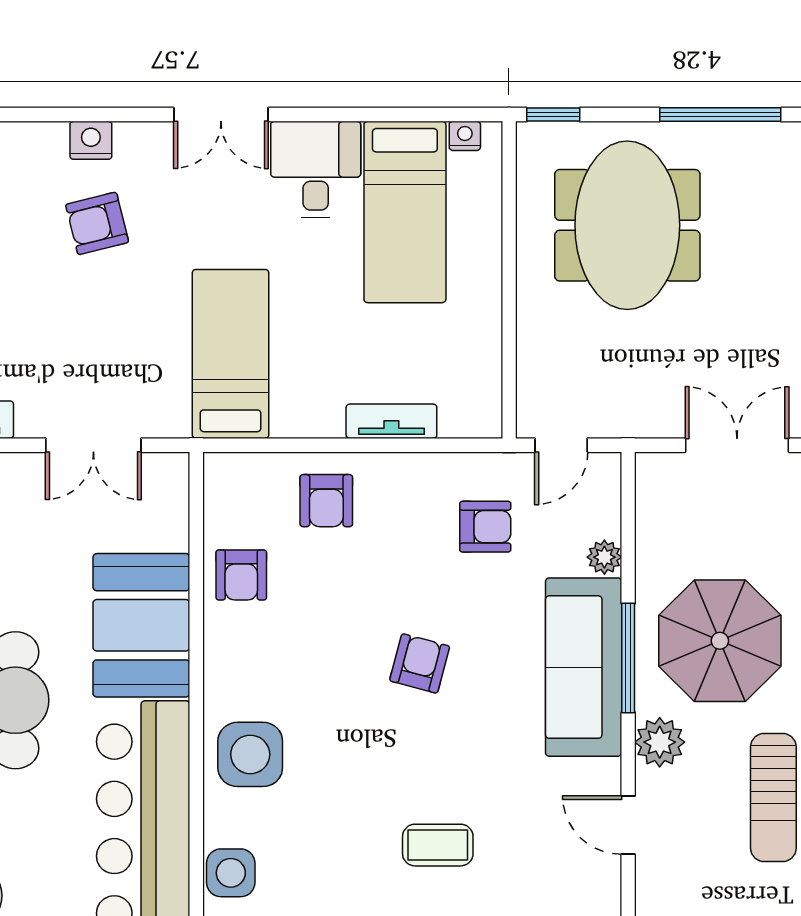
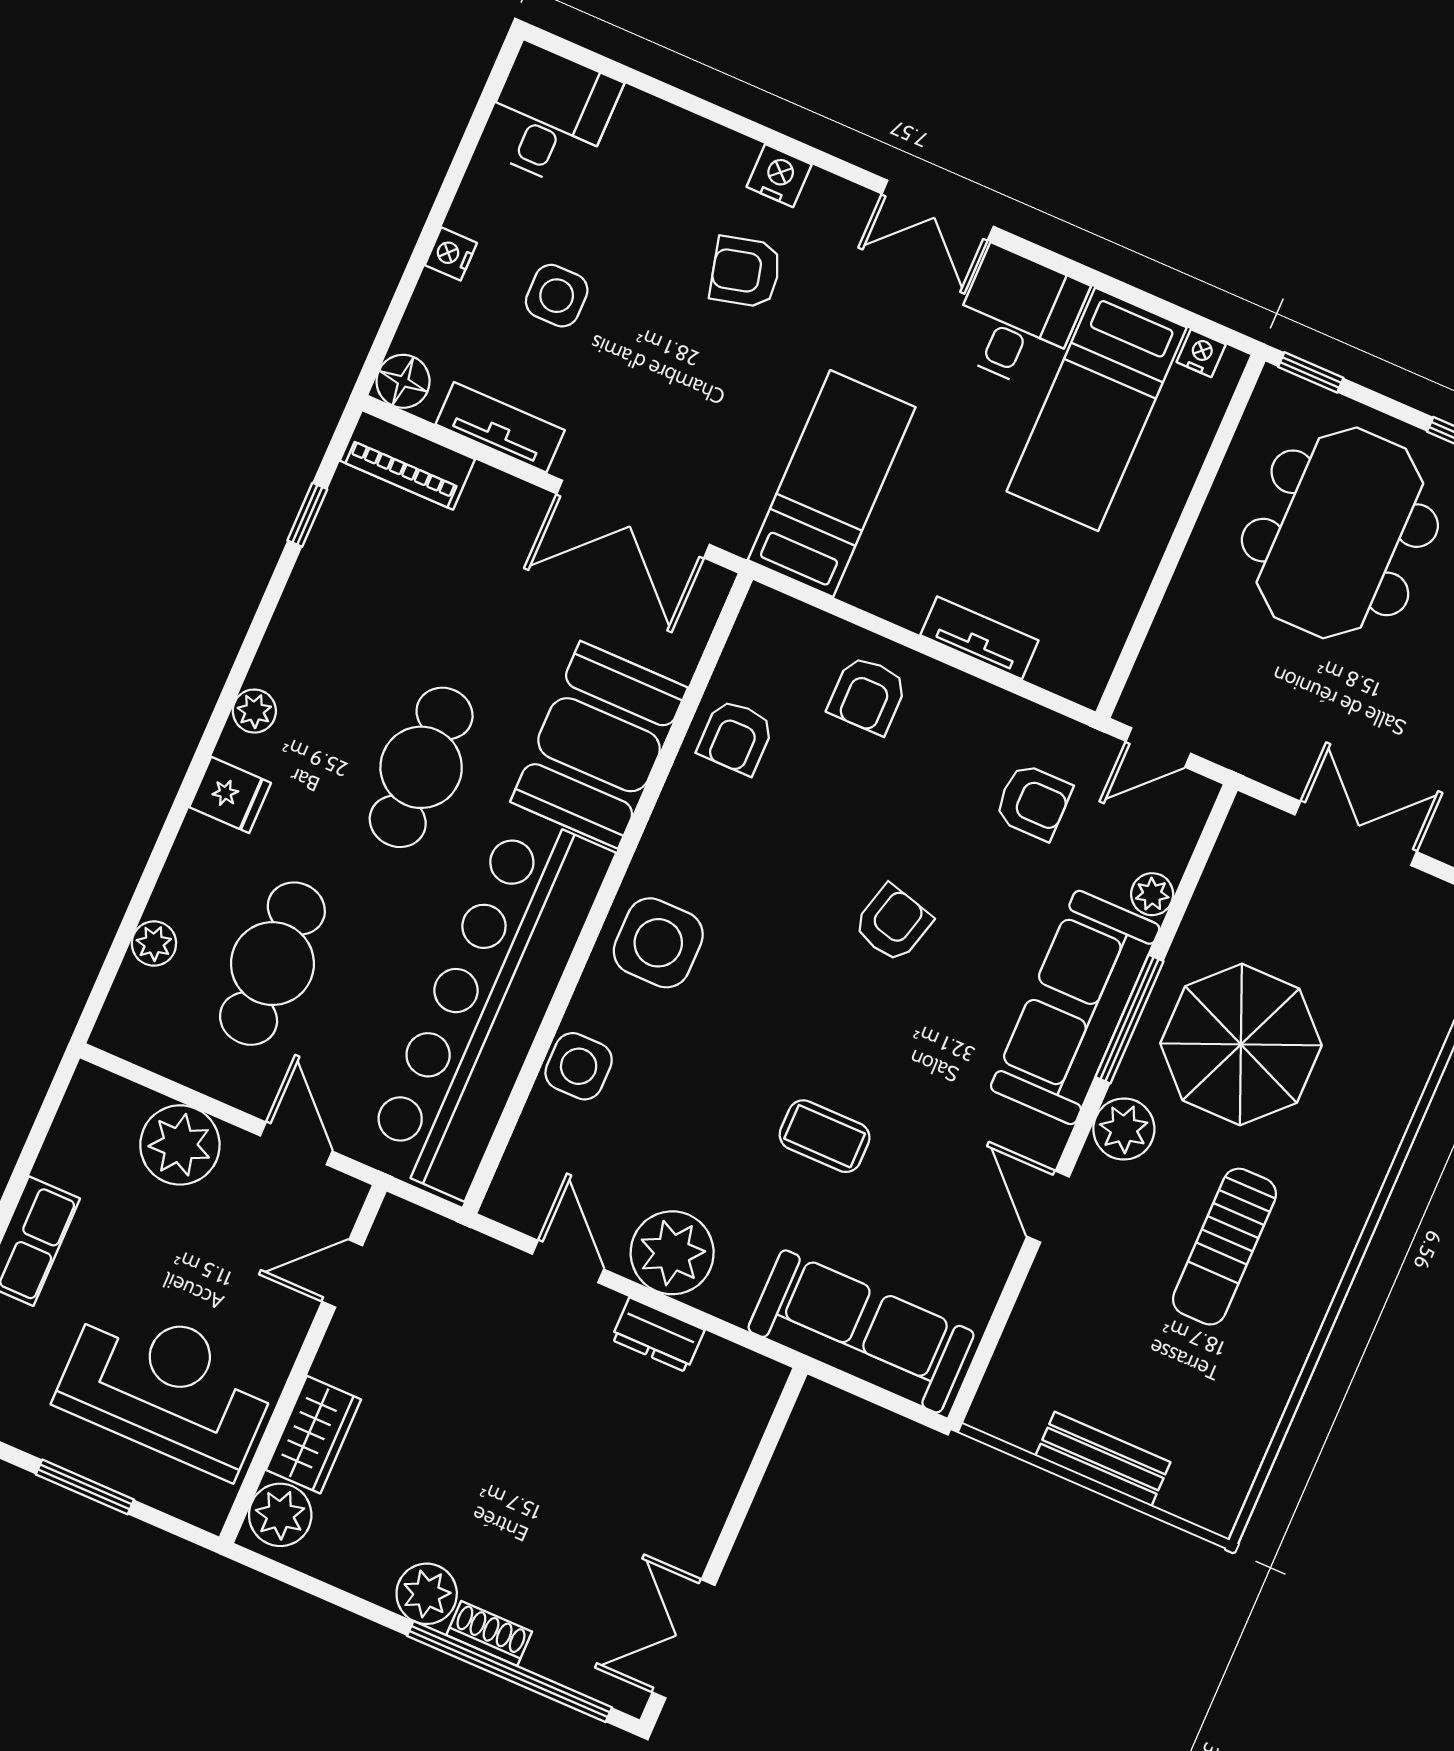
double door: (93, 445) -> (633, 519), width x1.37

